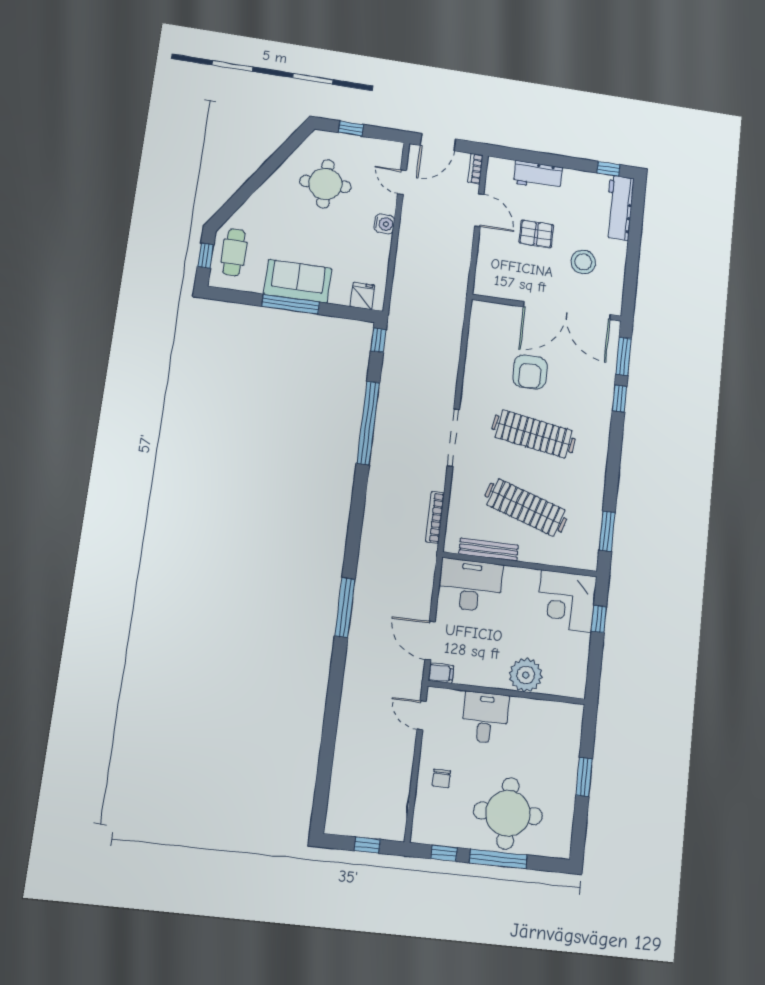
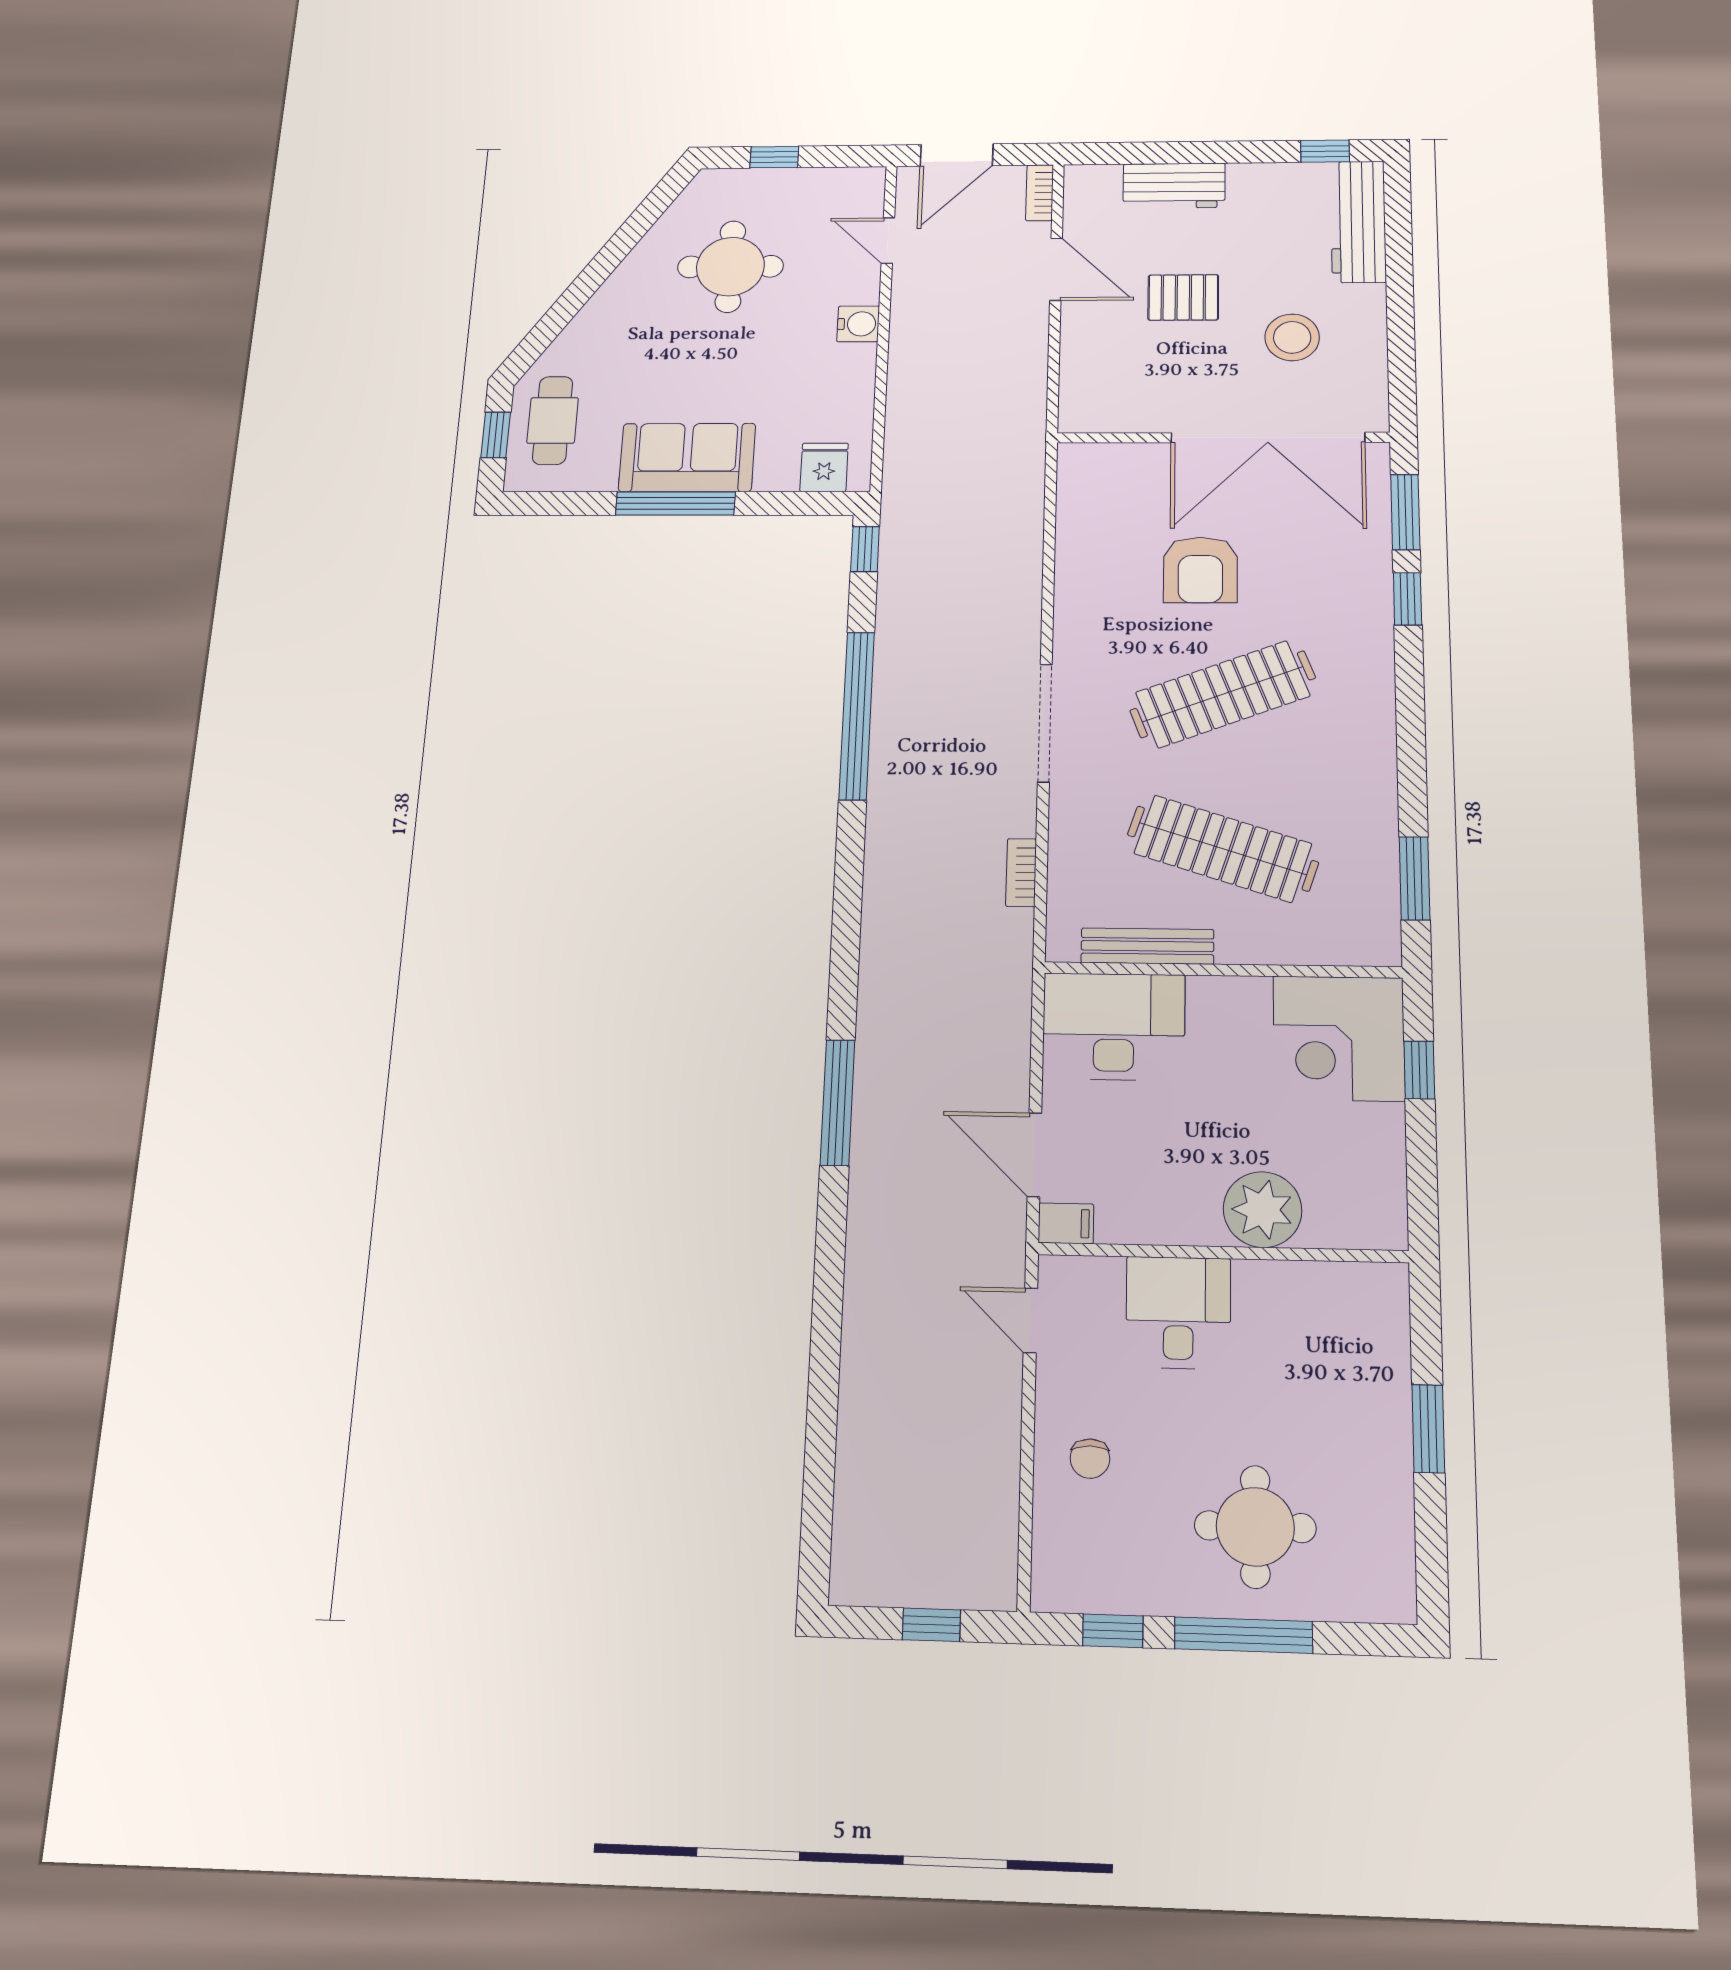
clothes rail: (534, 434) -> (1223, 694), turned -30
bookcase: (435, 517) -> (1021, 873), width x0.64
round table: (508, 813) -> (1255, 1527), width x0.73, depth x0.73

